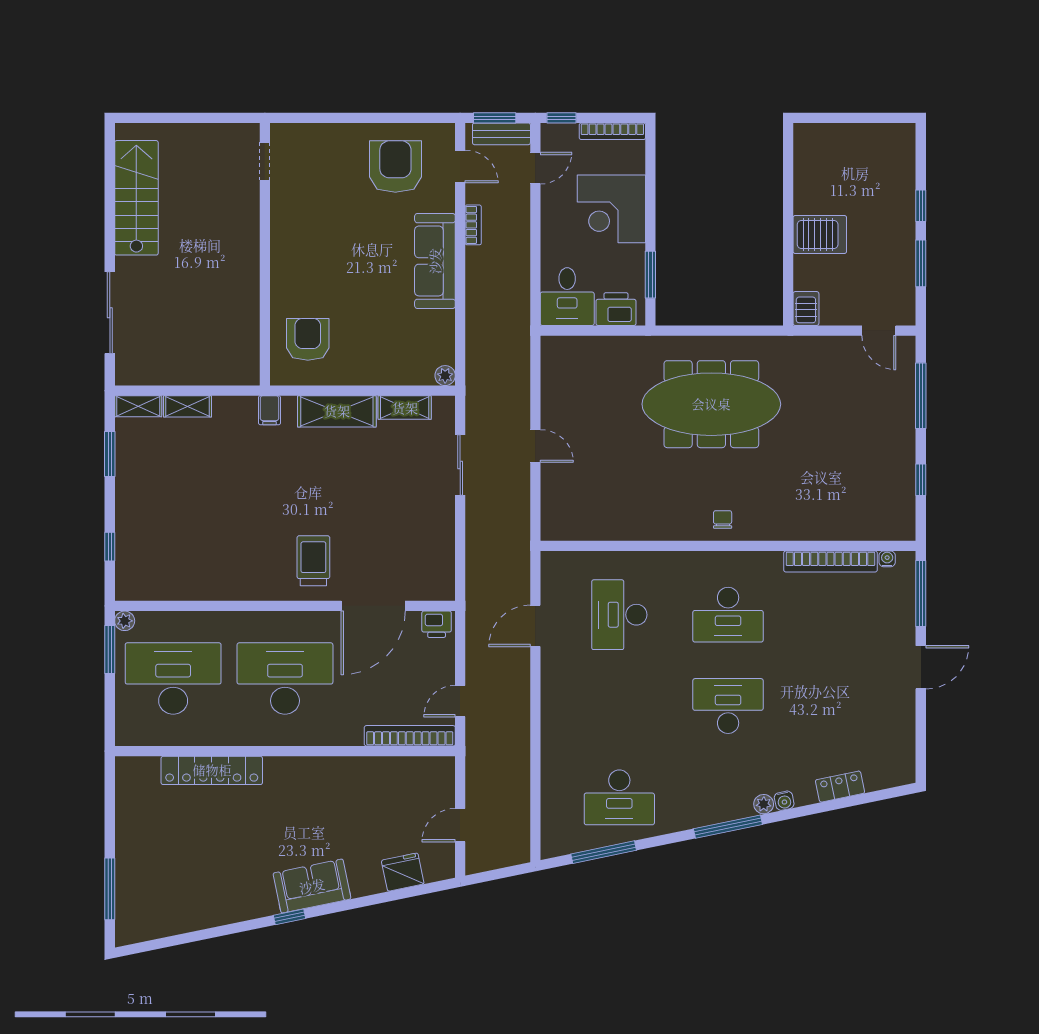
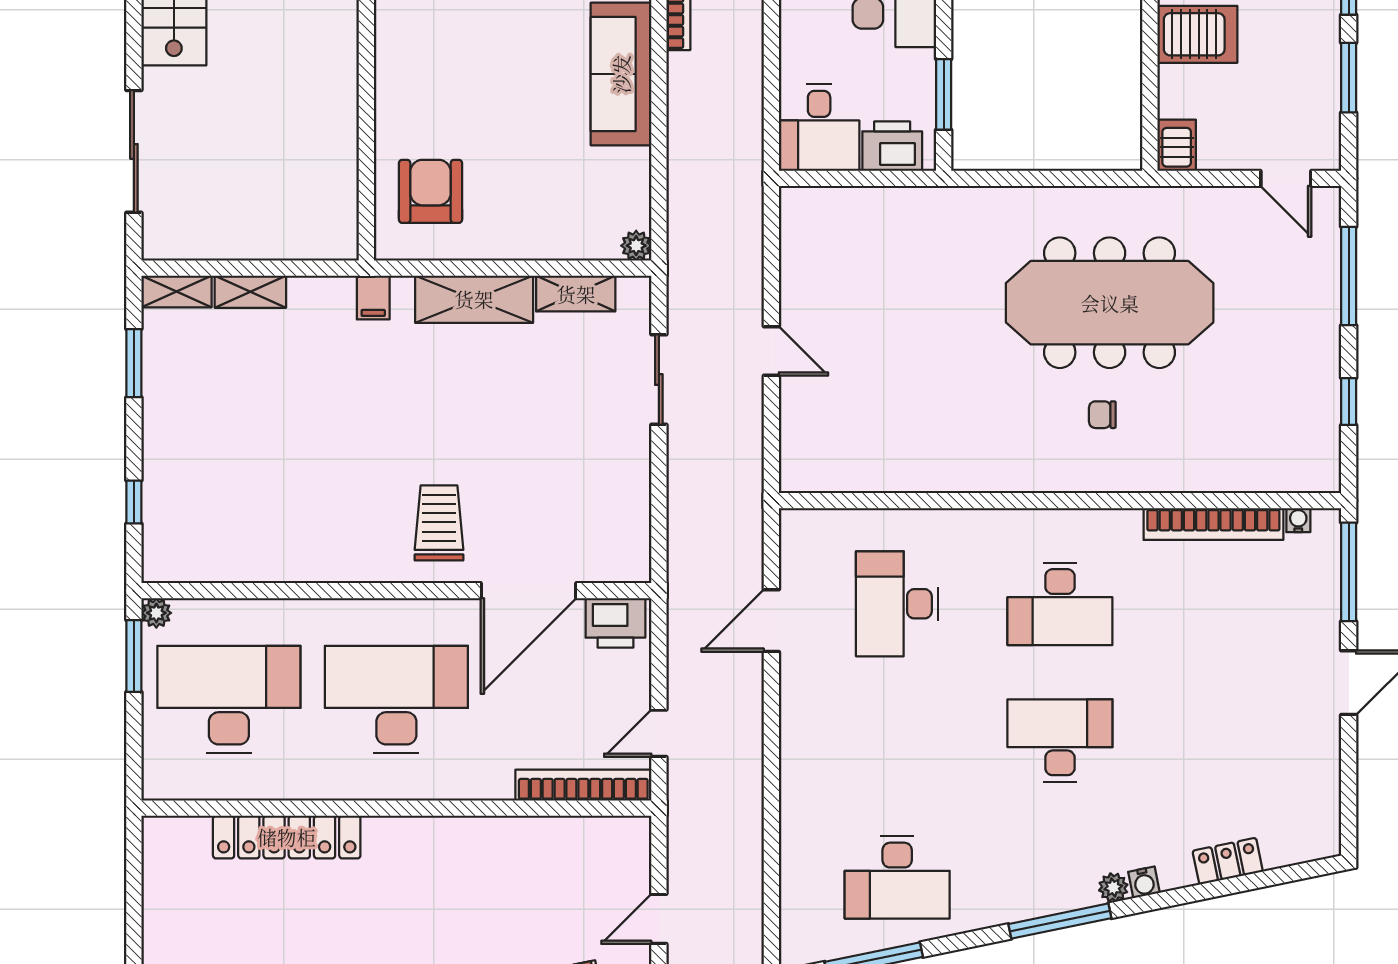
meeting table: (711, 404) -> (1110, 303), moved
chair: (723, 519) -> (1102, 415), moved, turned -90
printer: (437, 624) -> (615, 623), width x1.36, depth x1.24

